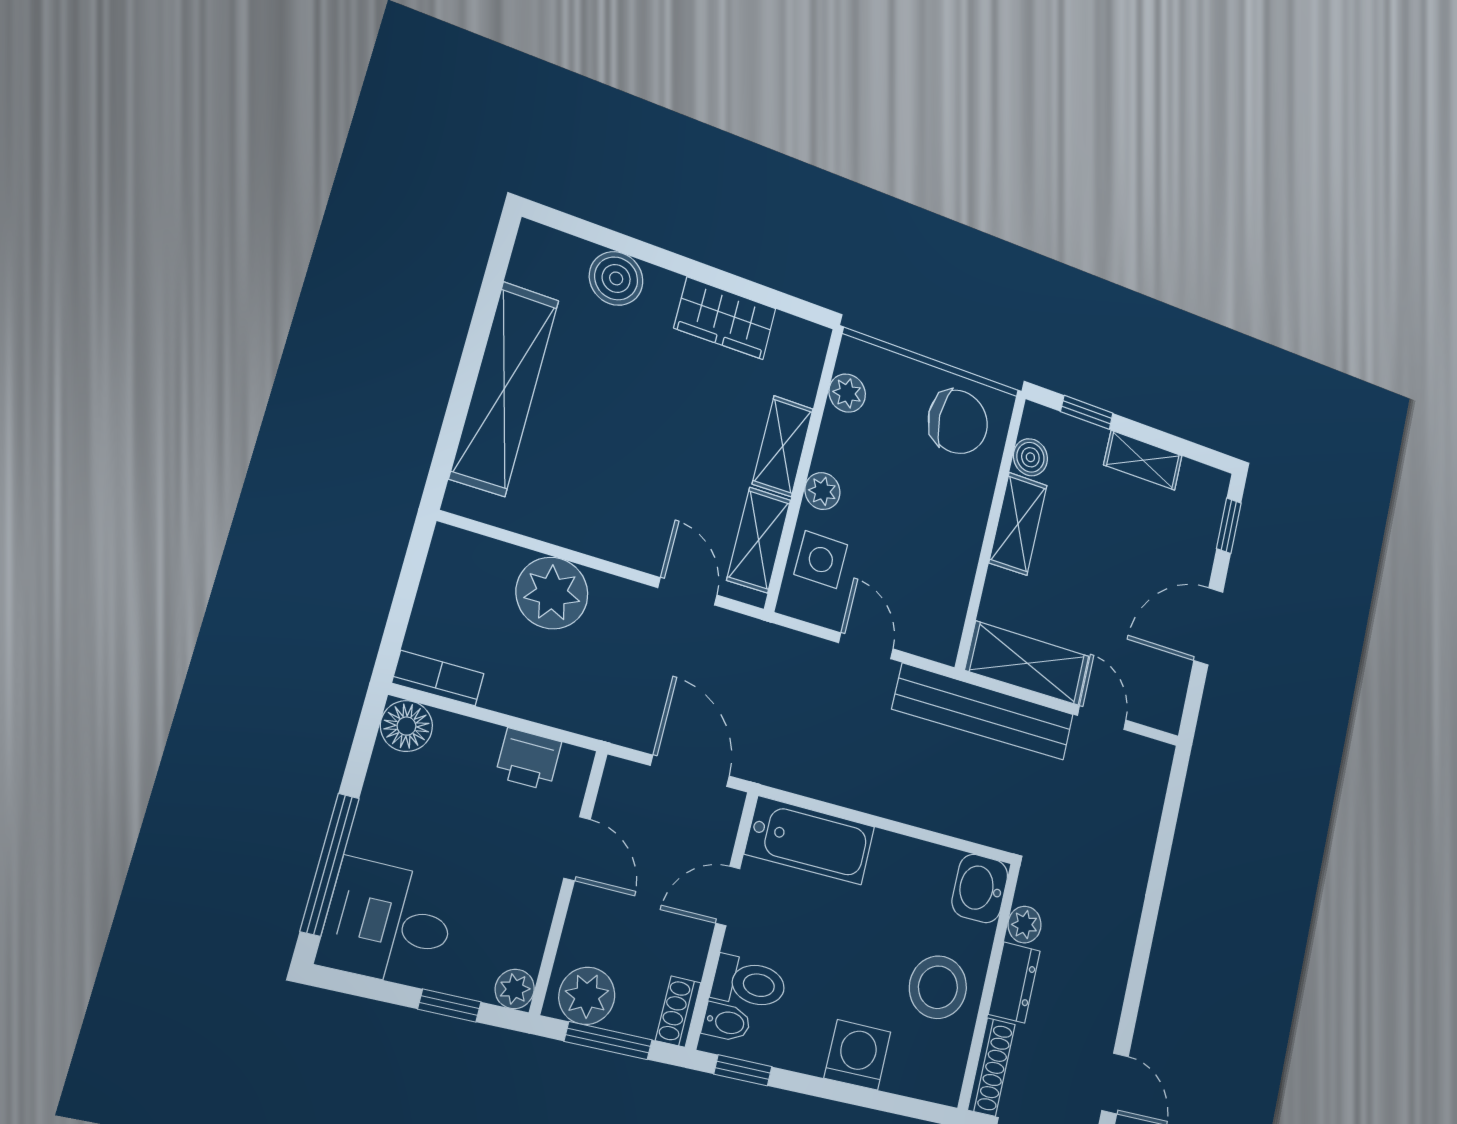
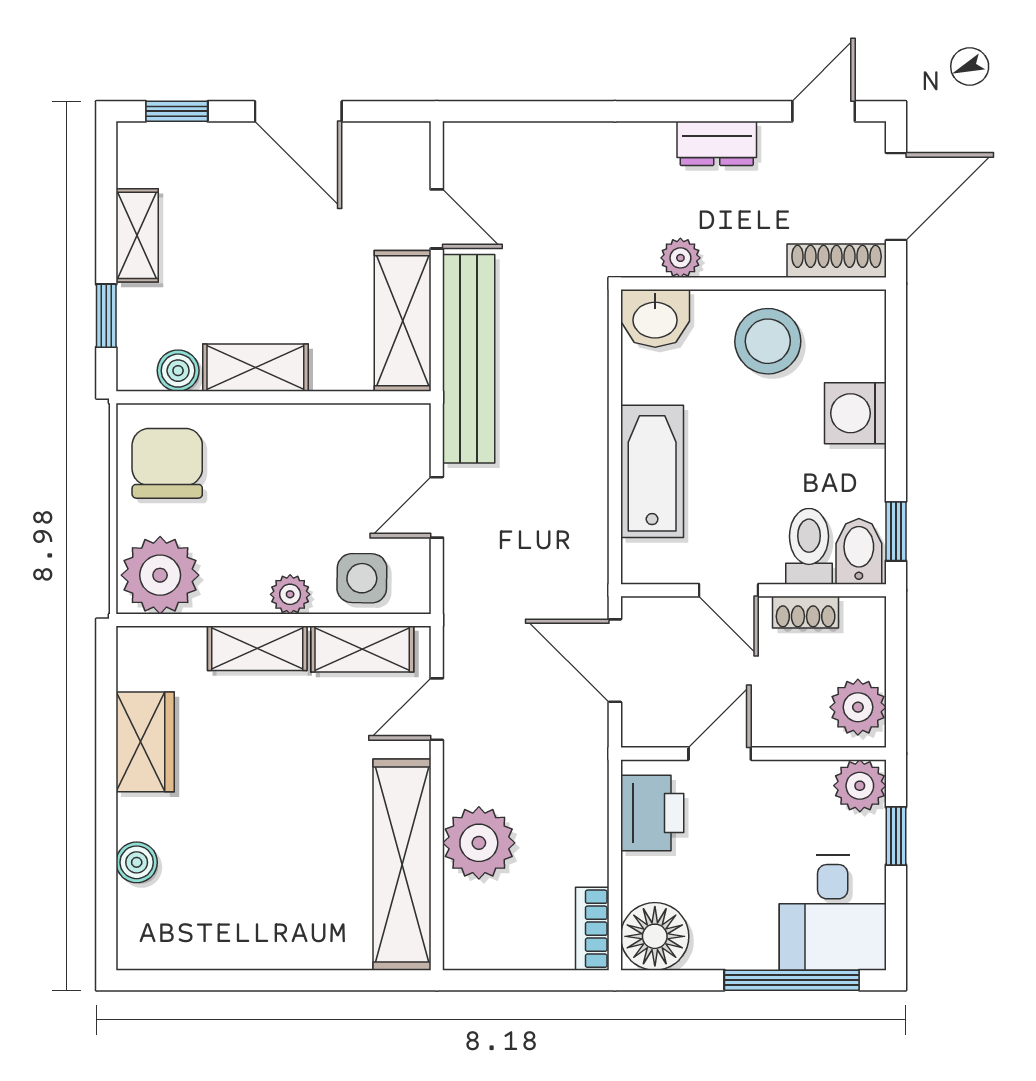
boiler: (616, 278) -> (137, 862), width x0.73, depth x0.73
shelving: (504, 389) -> (402, 865), moved, turned 90
plant: (847, 393) -> (160, 575), width x1.87, depth x1.87
door: (1102, 718) -> (437, 219), swing flipped
floor lamp: (406, 726) -> (655, 936), width x1.38, depth x1.38
printer: (528, 759) -> (652, 813), width x1.36, depth x1.24
door: (690, 771) -> (615, 661), hinge flipped
bathtub: (810, 840) -> (652, 471), moved
dresser: (1014, 983) -> (717, 143), moved, turned 180
plant: (515, 989) -> (860, 786), width x1.38, depth x1.38
shoe rack: (678, 1012) -> (806, 612), moved
bidet: (727, 1022) -> (859, 551), width x1.38, depth x1.36
window: (608, 1041) -> (896, 675), removed

